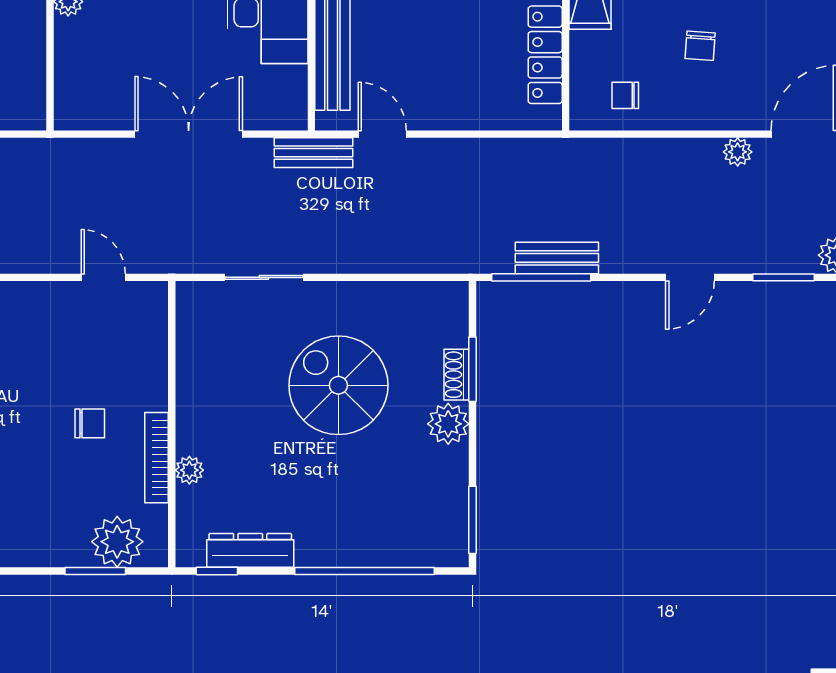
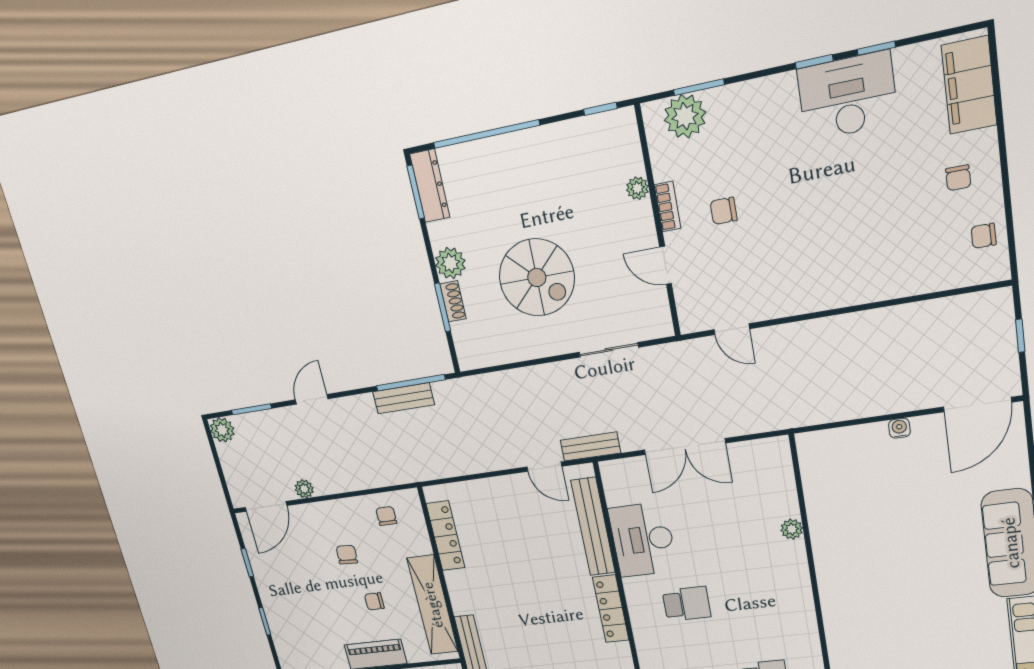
chair: (625, 95) -> (386, 516), turned -90
door: (172, 371) -> (666, 265), added
bookcase: (157, 458) -> (668, 207), width x0.64
dresser: (250, 550) -> (430, 186), moved, turned -90

